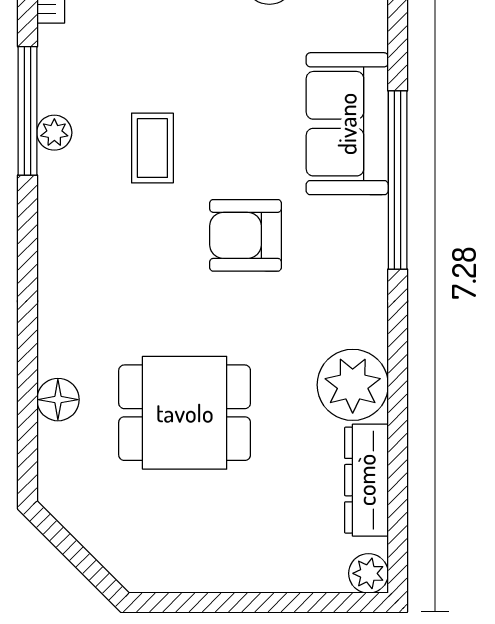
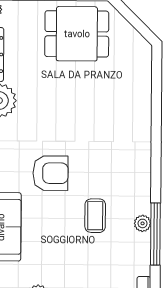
floor lamp: (58, 400) -> (142, 94), removed
dining table: (185, 413) -> (77, 34), moved

